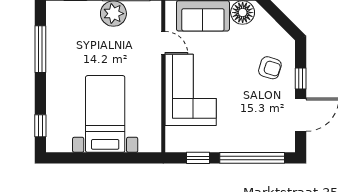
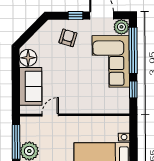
corner sofa: (191, 90) -> (111, 61), moved, turned -90
plant: (285, 142) -> (121, 27), added

